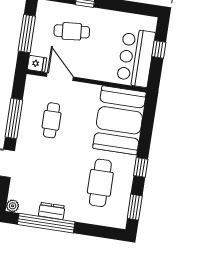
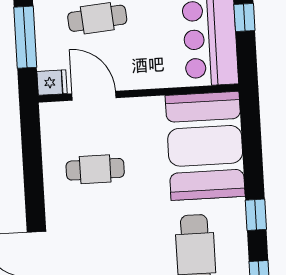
window: (14, 118) -> (33, 179), removed
cafe table: (52, 120) -> (95, 169), turned 90

